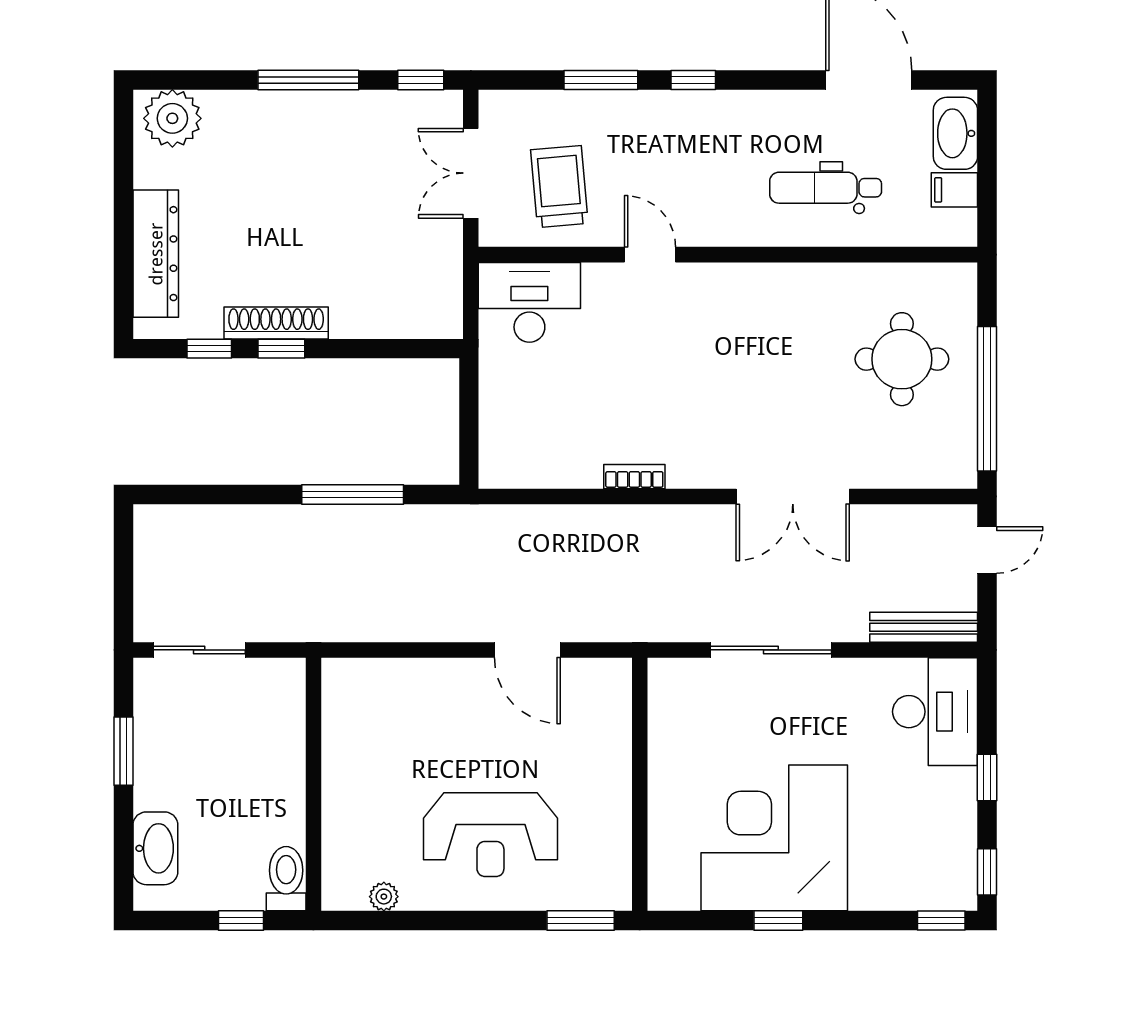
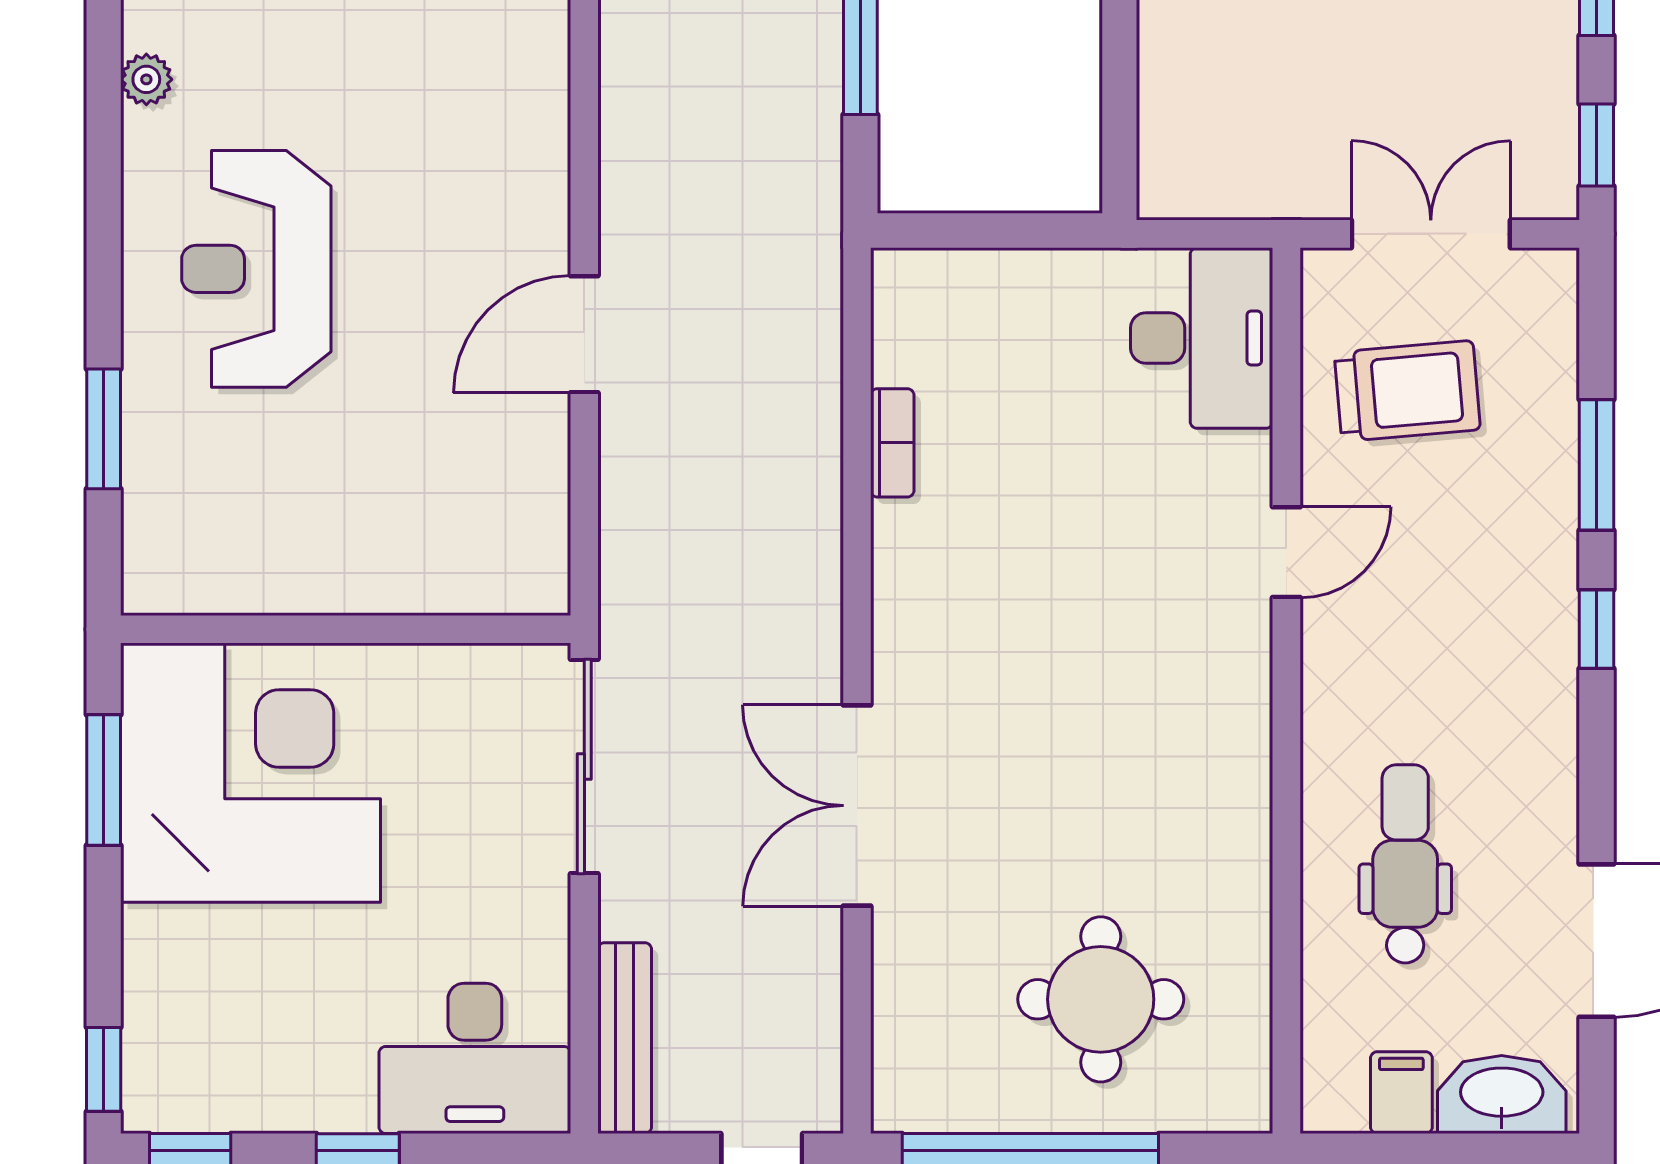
bookcase: (634, 477) -> (892, 443), moved
wall: (640, 784) -> (346, 629), moved
window: (778, 921) -> (104, 780), width x1.50

